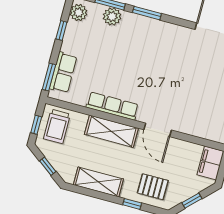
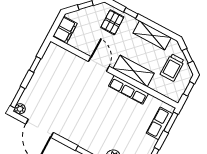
trolley: (57, 126) -> (172, 67), moved, turned 180
pallet: (153, 187) -> (112, 22), turned 90

